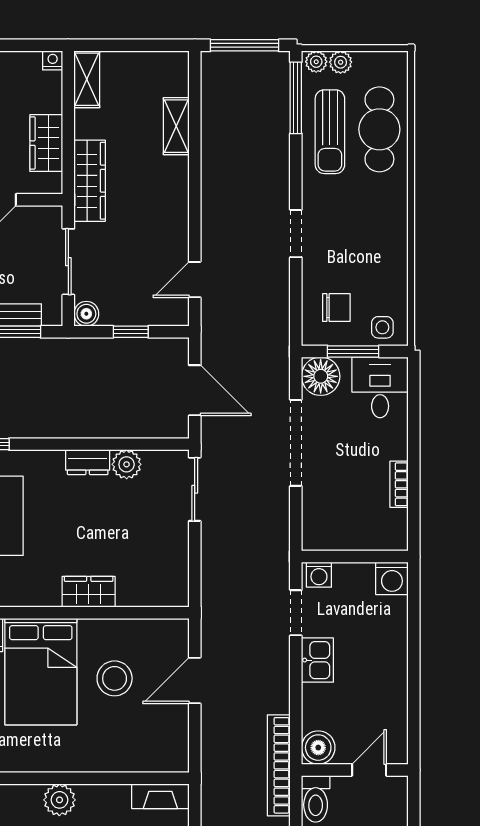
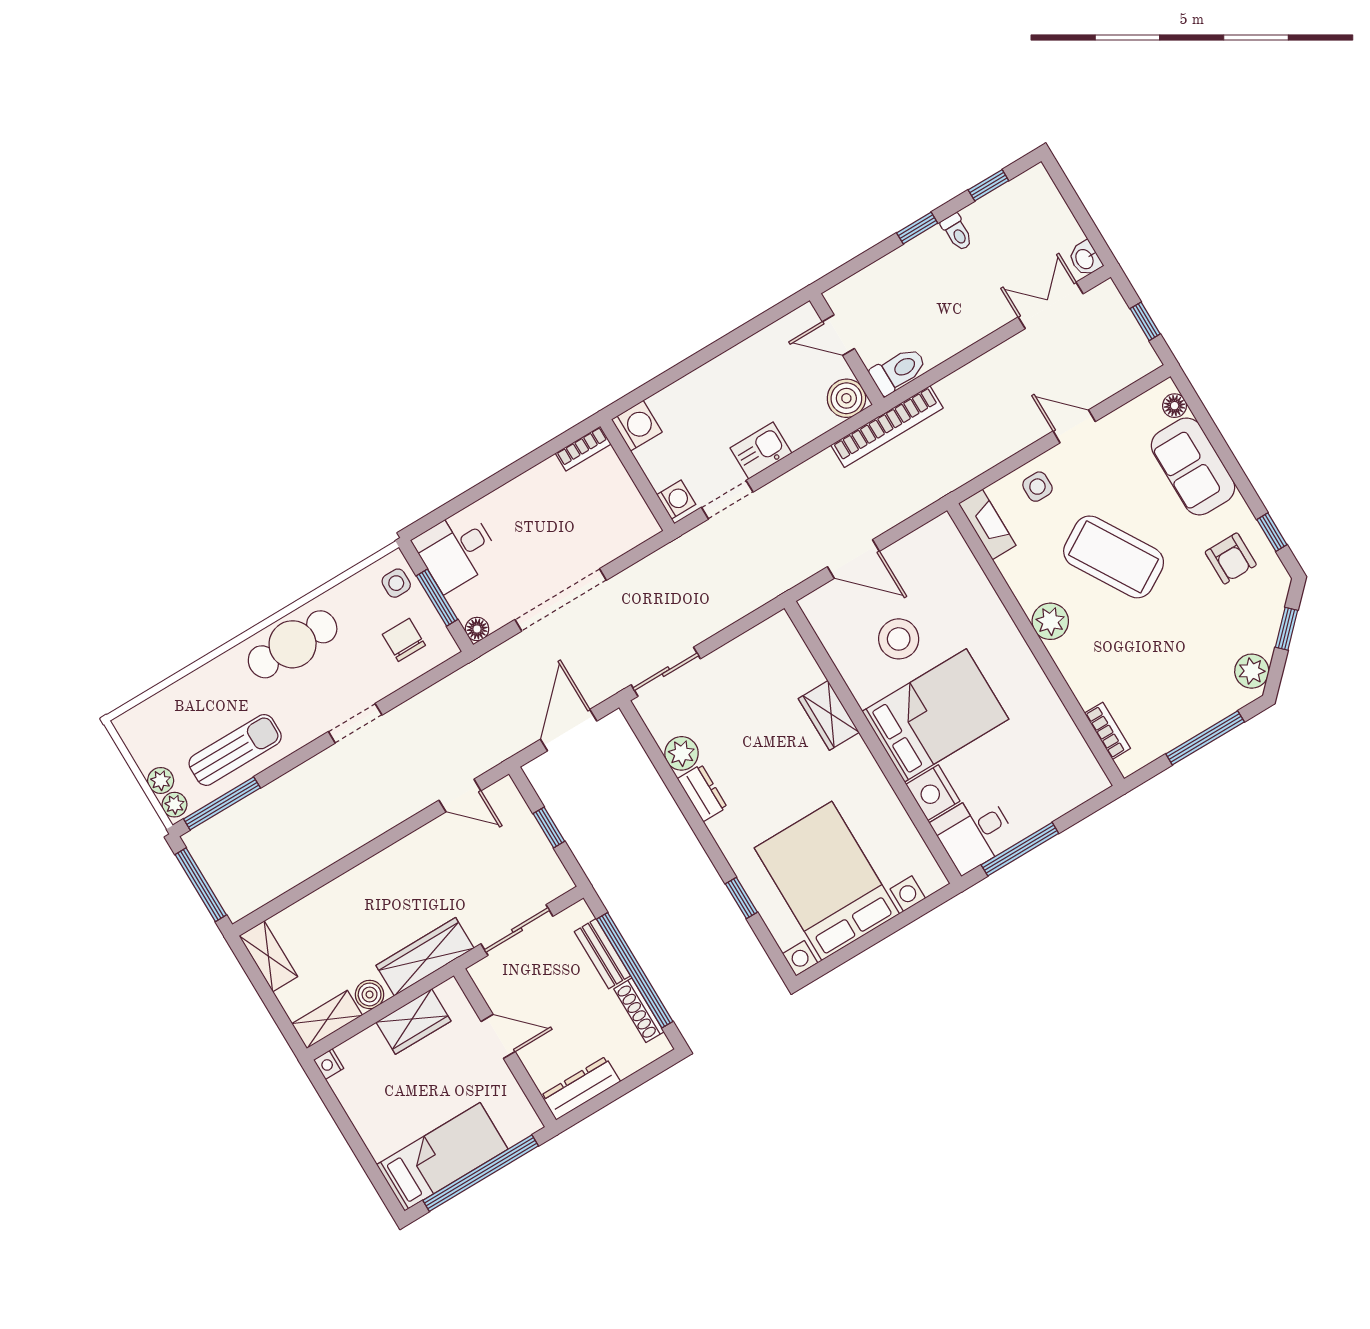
shelving: (176, 126) -> (268, 956), moved, turned 90
cafe table: (379, 129) -> (293, 644), moved
boiler: (86, 314) -> (370, 994), moved
floor lamp: (321, 376) -> (477, 629), width x0.53, depth x0.53
bookcase: (399, 484) -> (583, 449), moved

